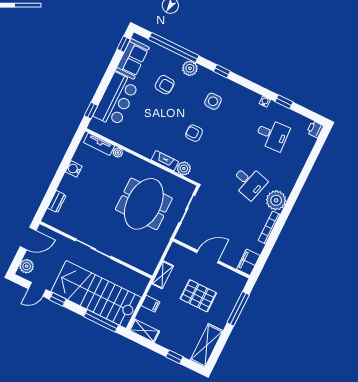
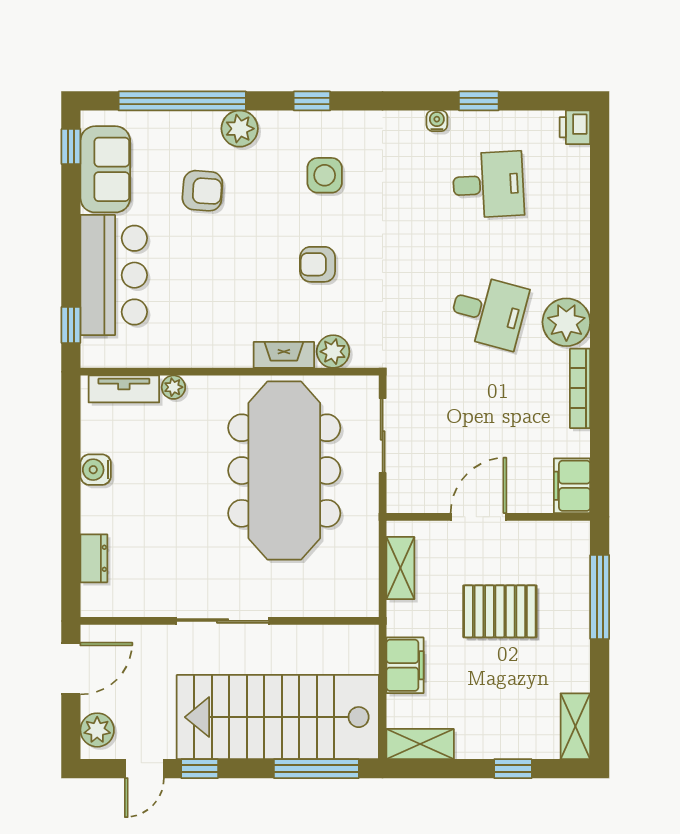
meeting table: (144, 204) -> (284, 471), width x1.36
shelving: (163, 275) -> (400, 568), moved
filing cabinet: (151, 304) -> (405, 665), width x2.00
shelving: (207, 345) -> (575, 726), width x0.67, depth x0.75

